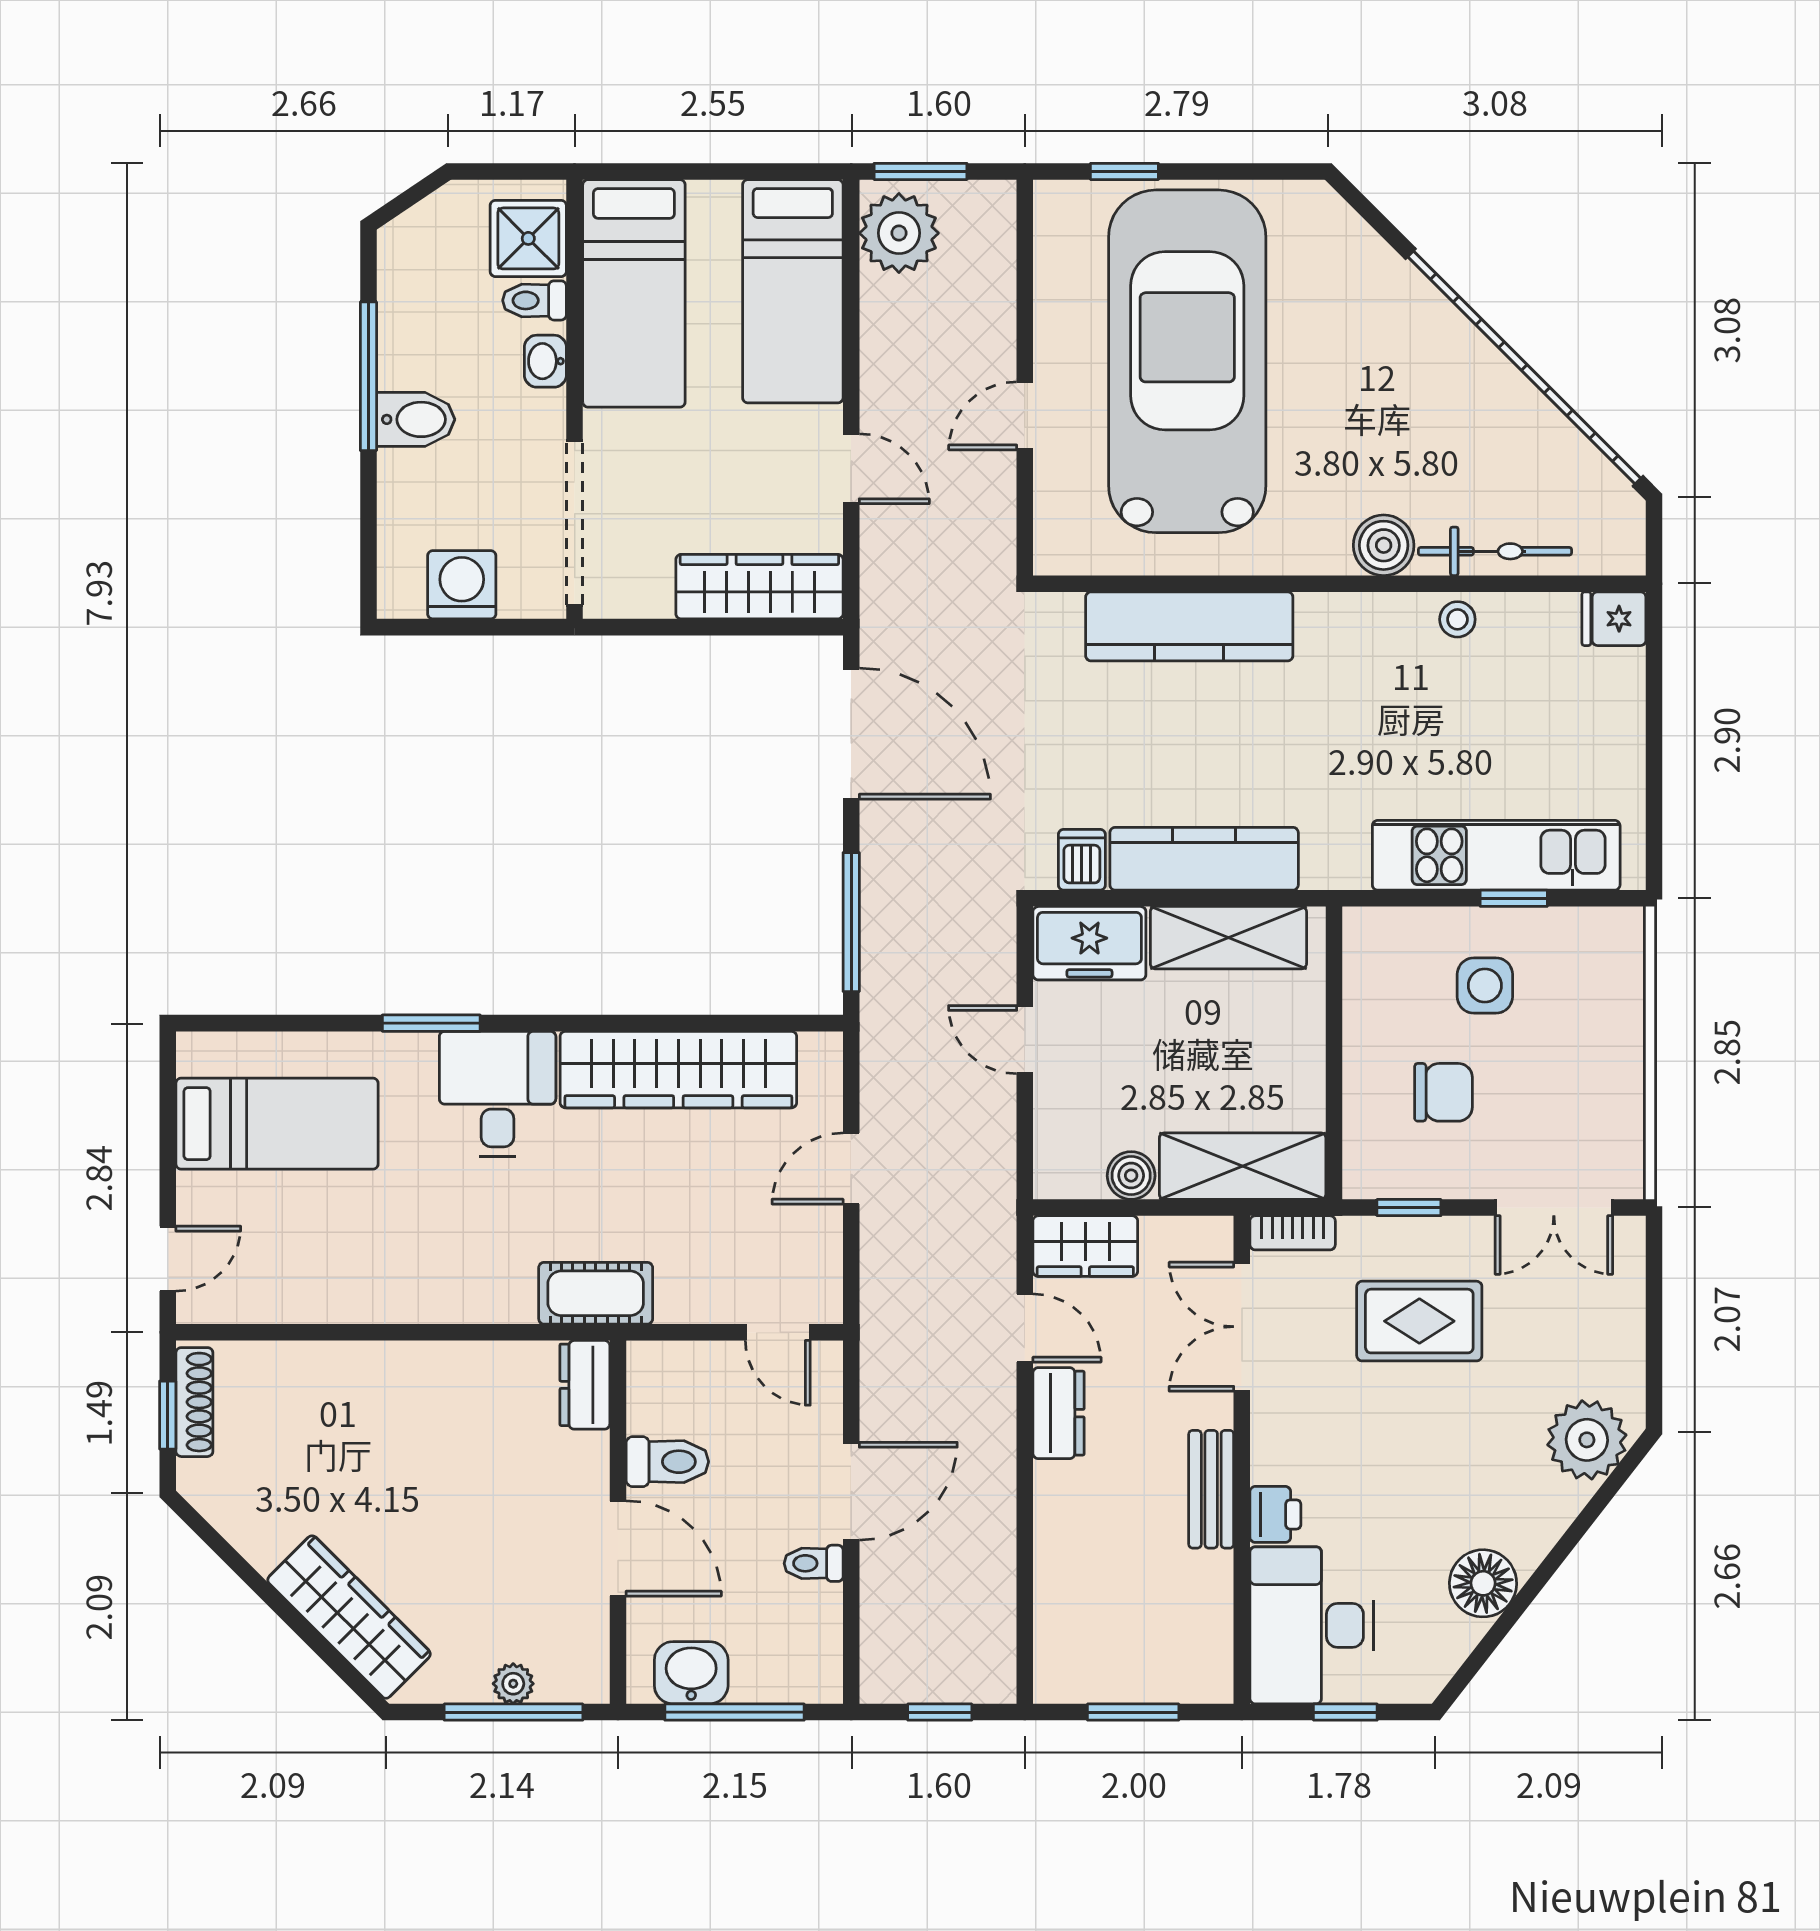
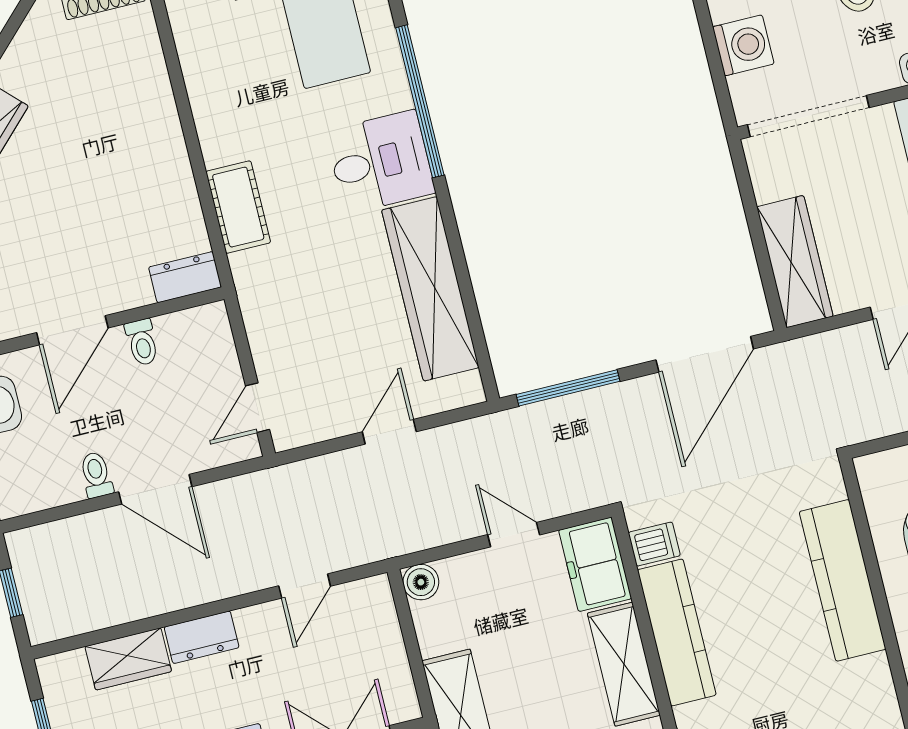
window: (431, 1023) -> (420, 101), width x2.11
door: (1025, 1040) -> (514, 535), hinge flipped
door: (851, 1169) -> (389, 432), hinge flipped
boiler: (1131, 1176) -> (421, 582), moved
wardrobe: (1085, 1246) -> (128, 659), moved, turned -90
cot: (596, 1293) -> (238, 207), moved
dresser: (1059, 1413) -> (202, 637), moved
toilet: (667, 1462) -> (142, 342), width x0.73, depth x0.72

